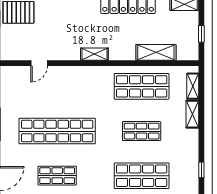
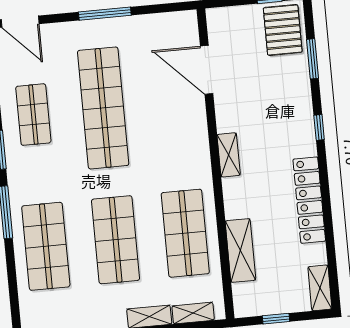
door: (39, 63) -> (207, 70), width x1.88
shop shelf: (142, 131) -> (116, 240), width x1.43, depth x1.36

